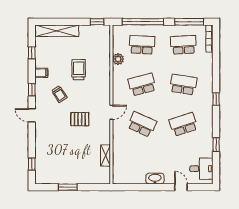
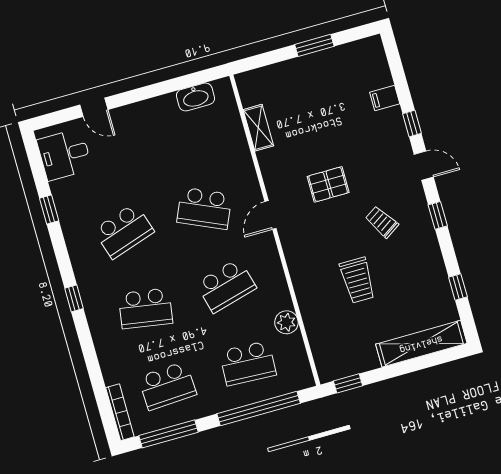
filing cabinet: (41, 73) -> (385, 98), moved
window: (32, 164) -> (412, 123), moved
washbasin: (155, 179) -> (195, 97), moved

